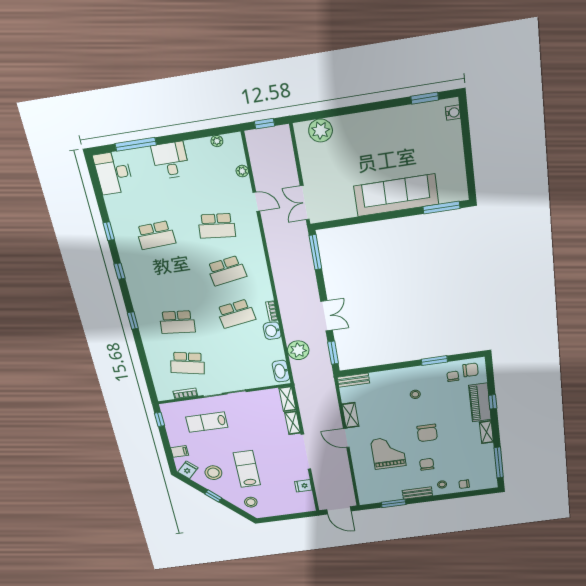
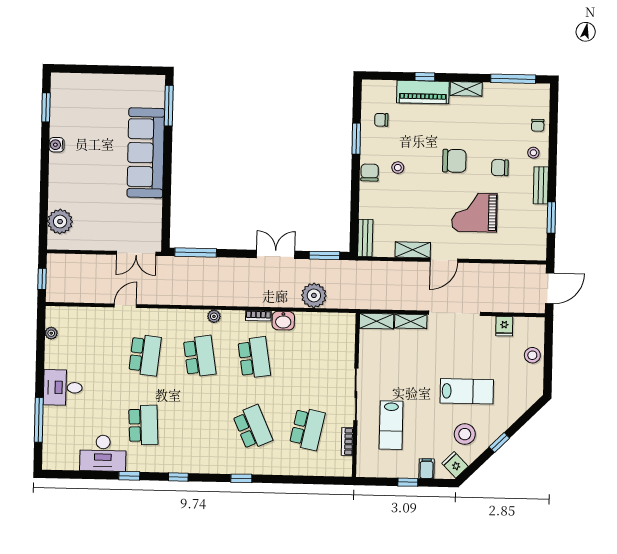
water cooler: (453, 113) -> (57, 145), moved, turned -90
plant: (242, 171) -> (214, 316), moved
desk: (113, 173) -> (103, 453), moved
school desk: (177, 322) -> (253, 428), turned -30
chair: (471, 370) -> (370, 173), moved
washbasin: (281, 371) -> (338, 321), removed
window: (160, 419) -> (408, 482), moved
lab bench: (247, 469) -> (467, 391), turned 180
stool: (251, 502) -> (532, 355), moved

